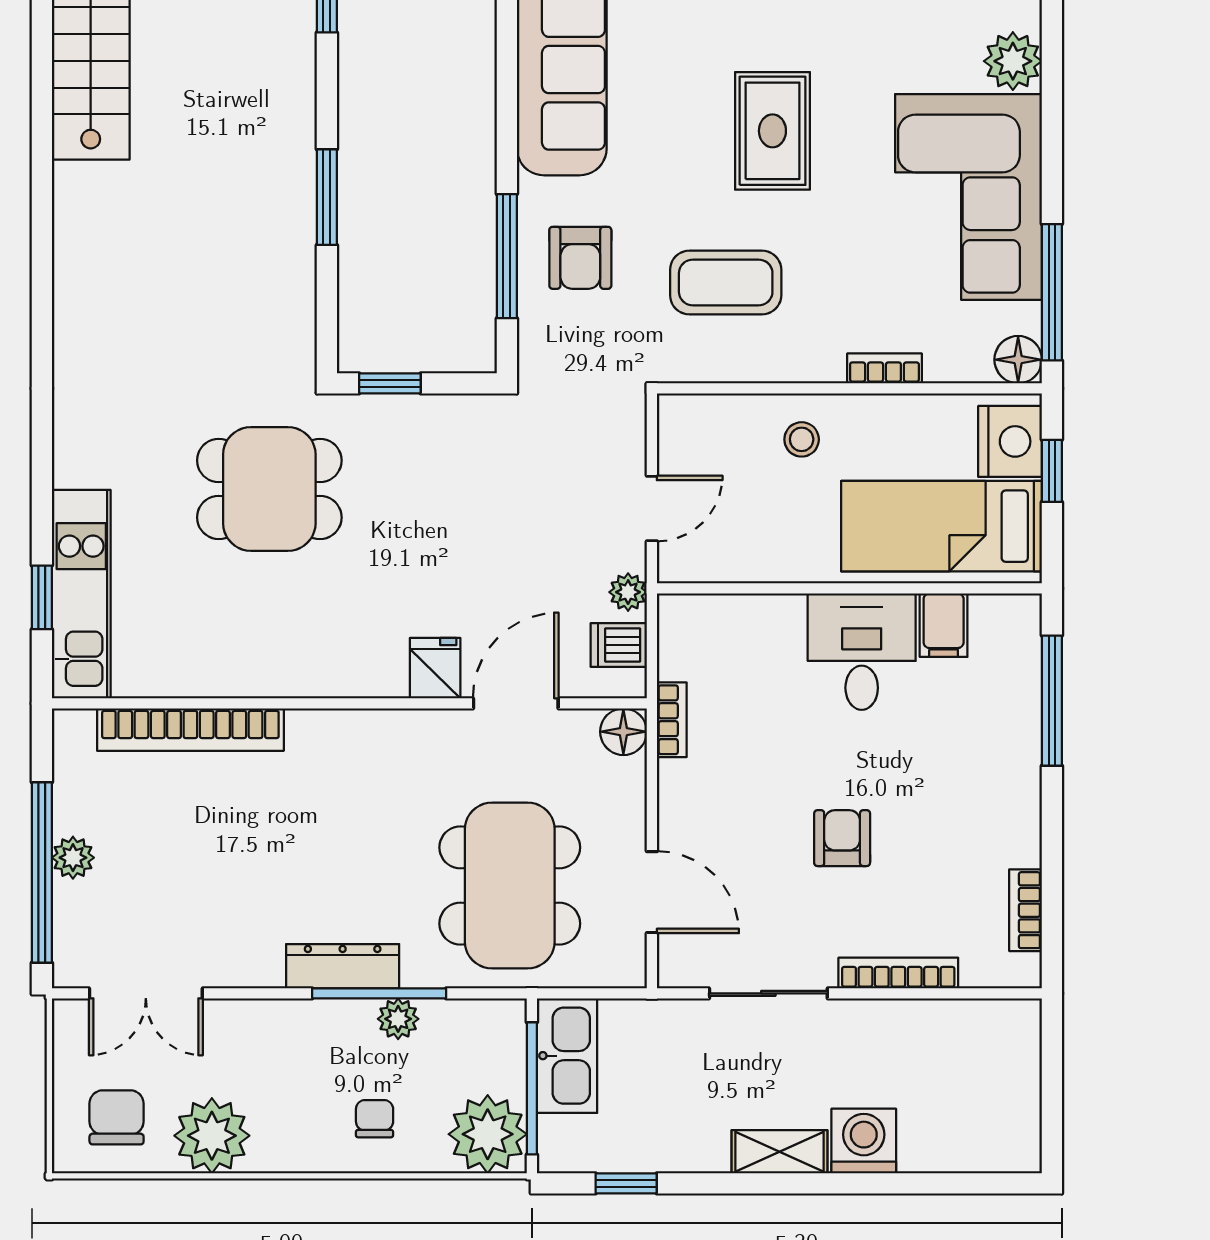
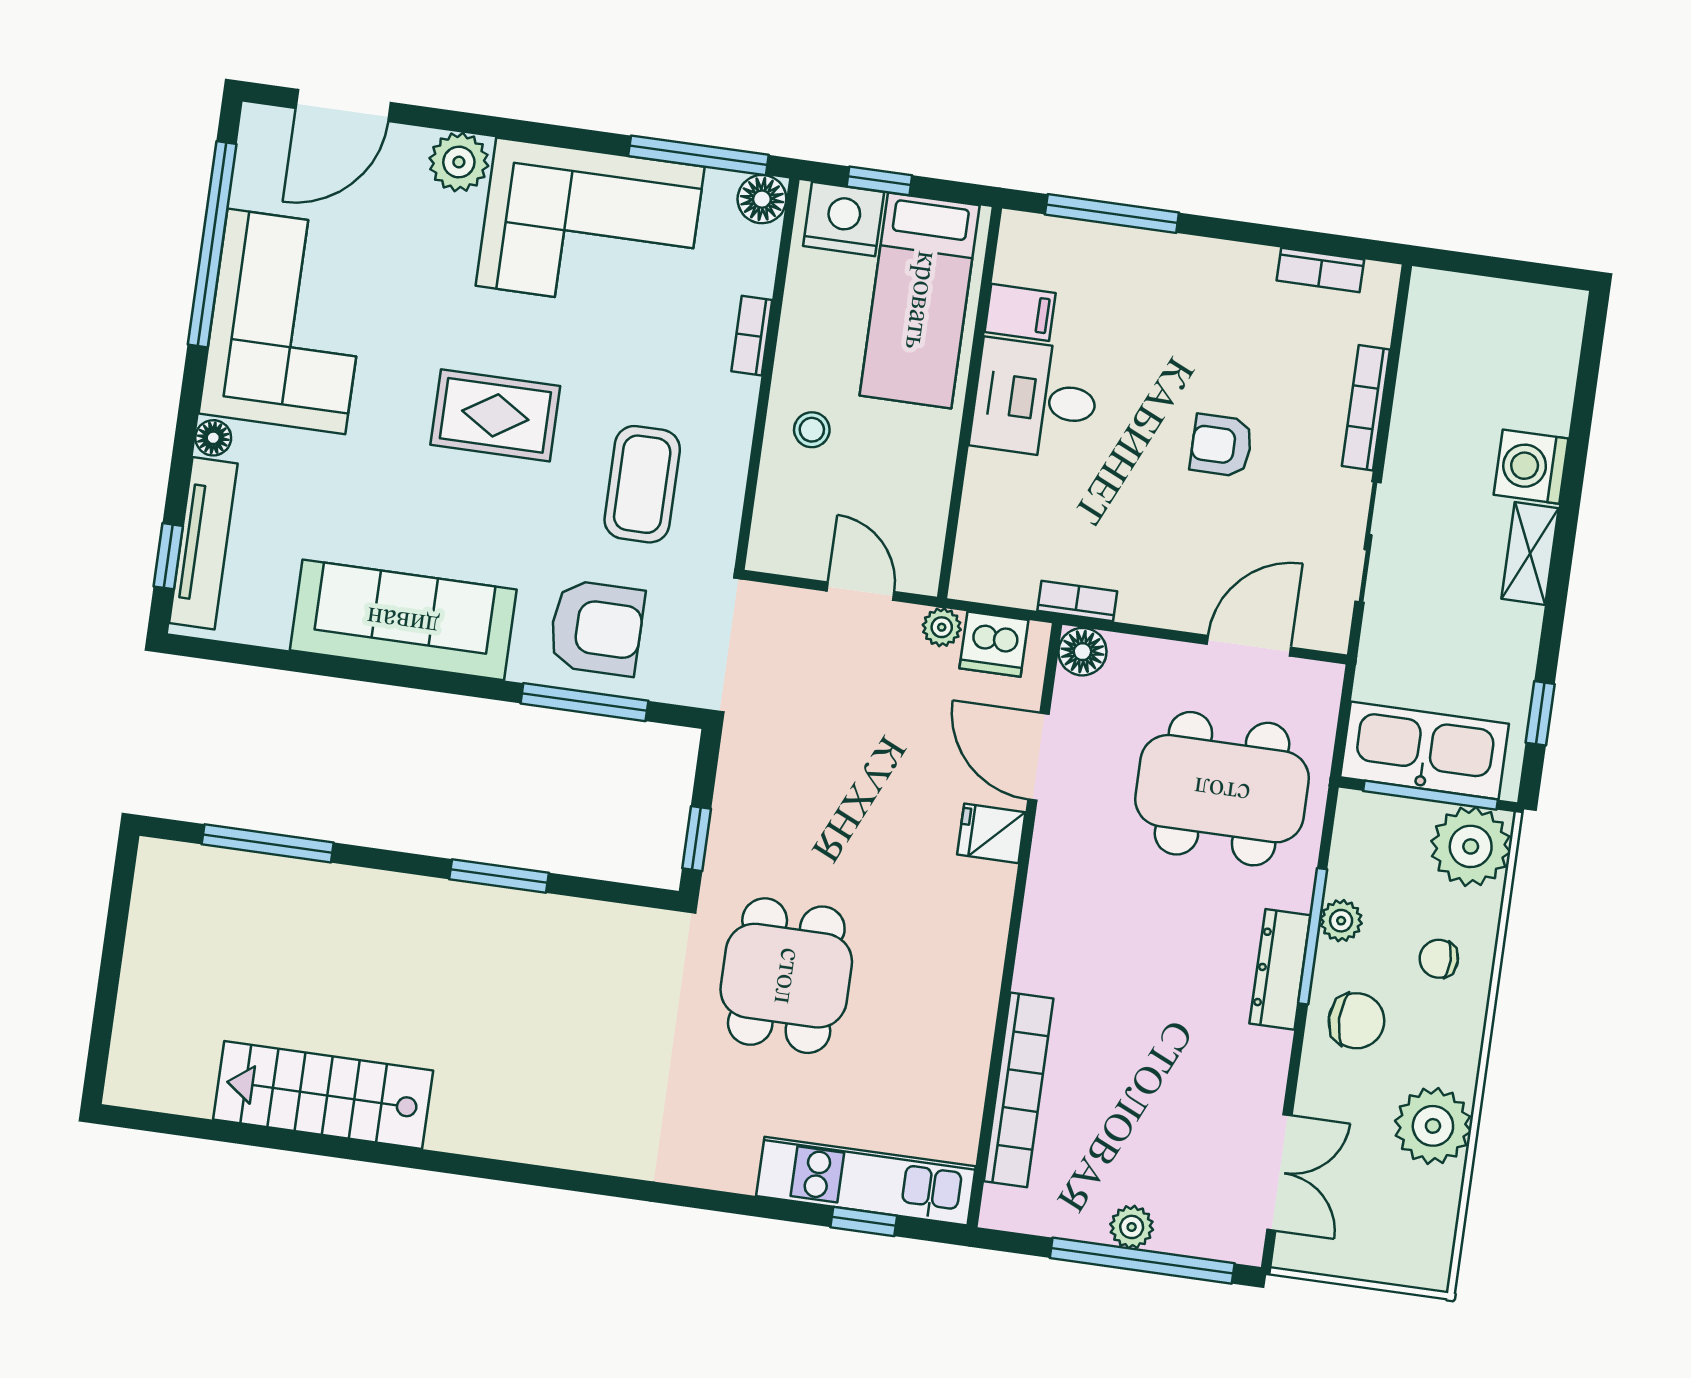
armchair: (580, 258) -> (596, 628), width x1.38, depth x1.38
dishwasher: (619, 645) -> (994, 644), width x1.38
kitchen sink: (567, 1056) -> (1425, 750), width x1.36, depth x1.24
chair: (117, 1117) -> (1356, 1021), moved, turned 180

